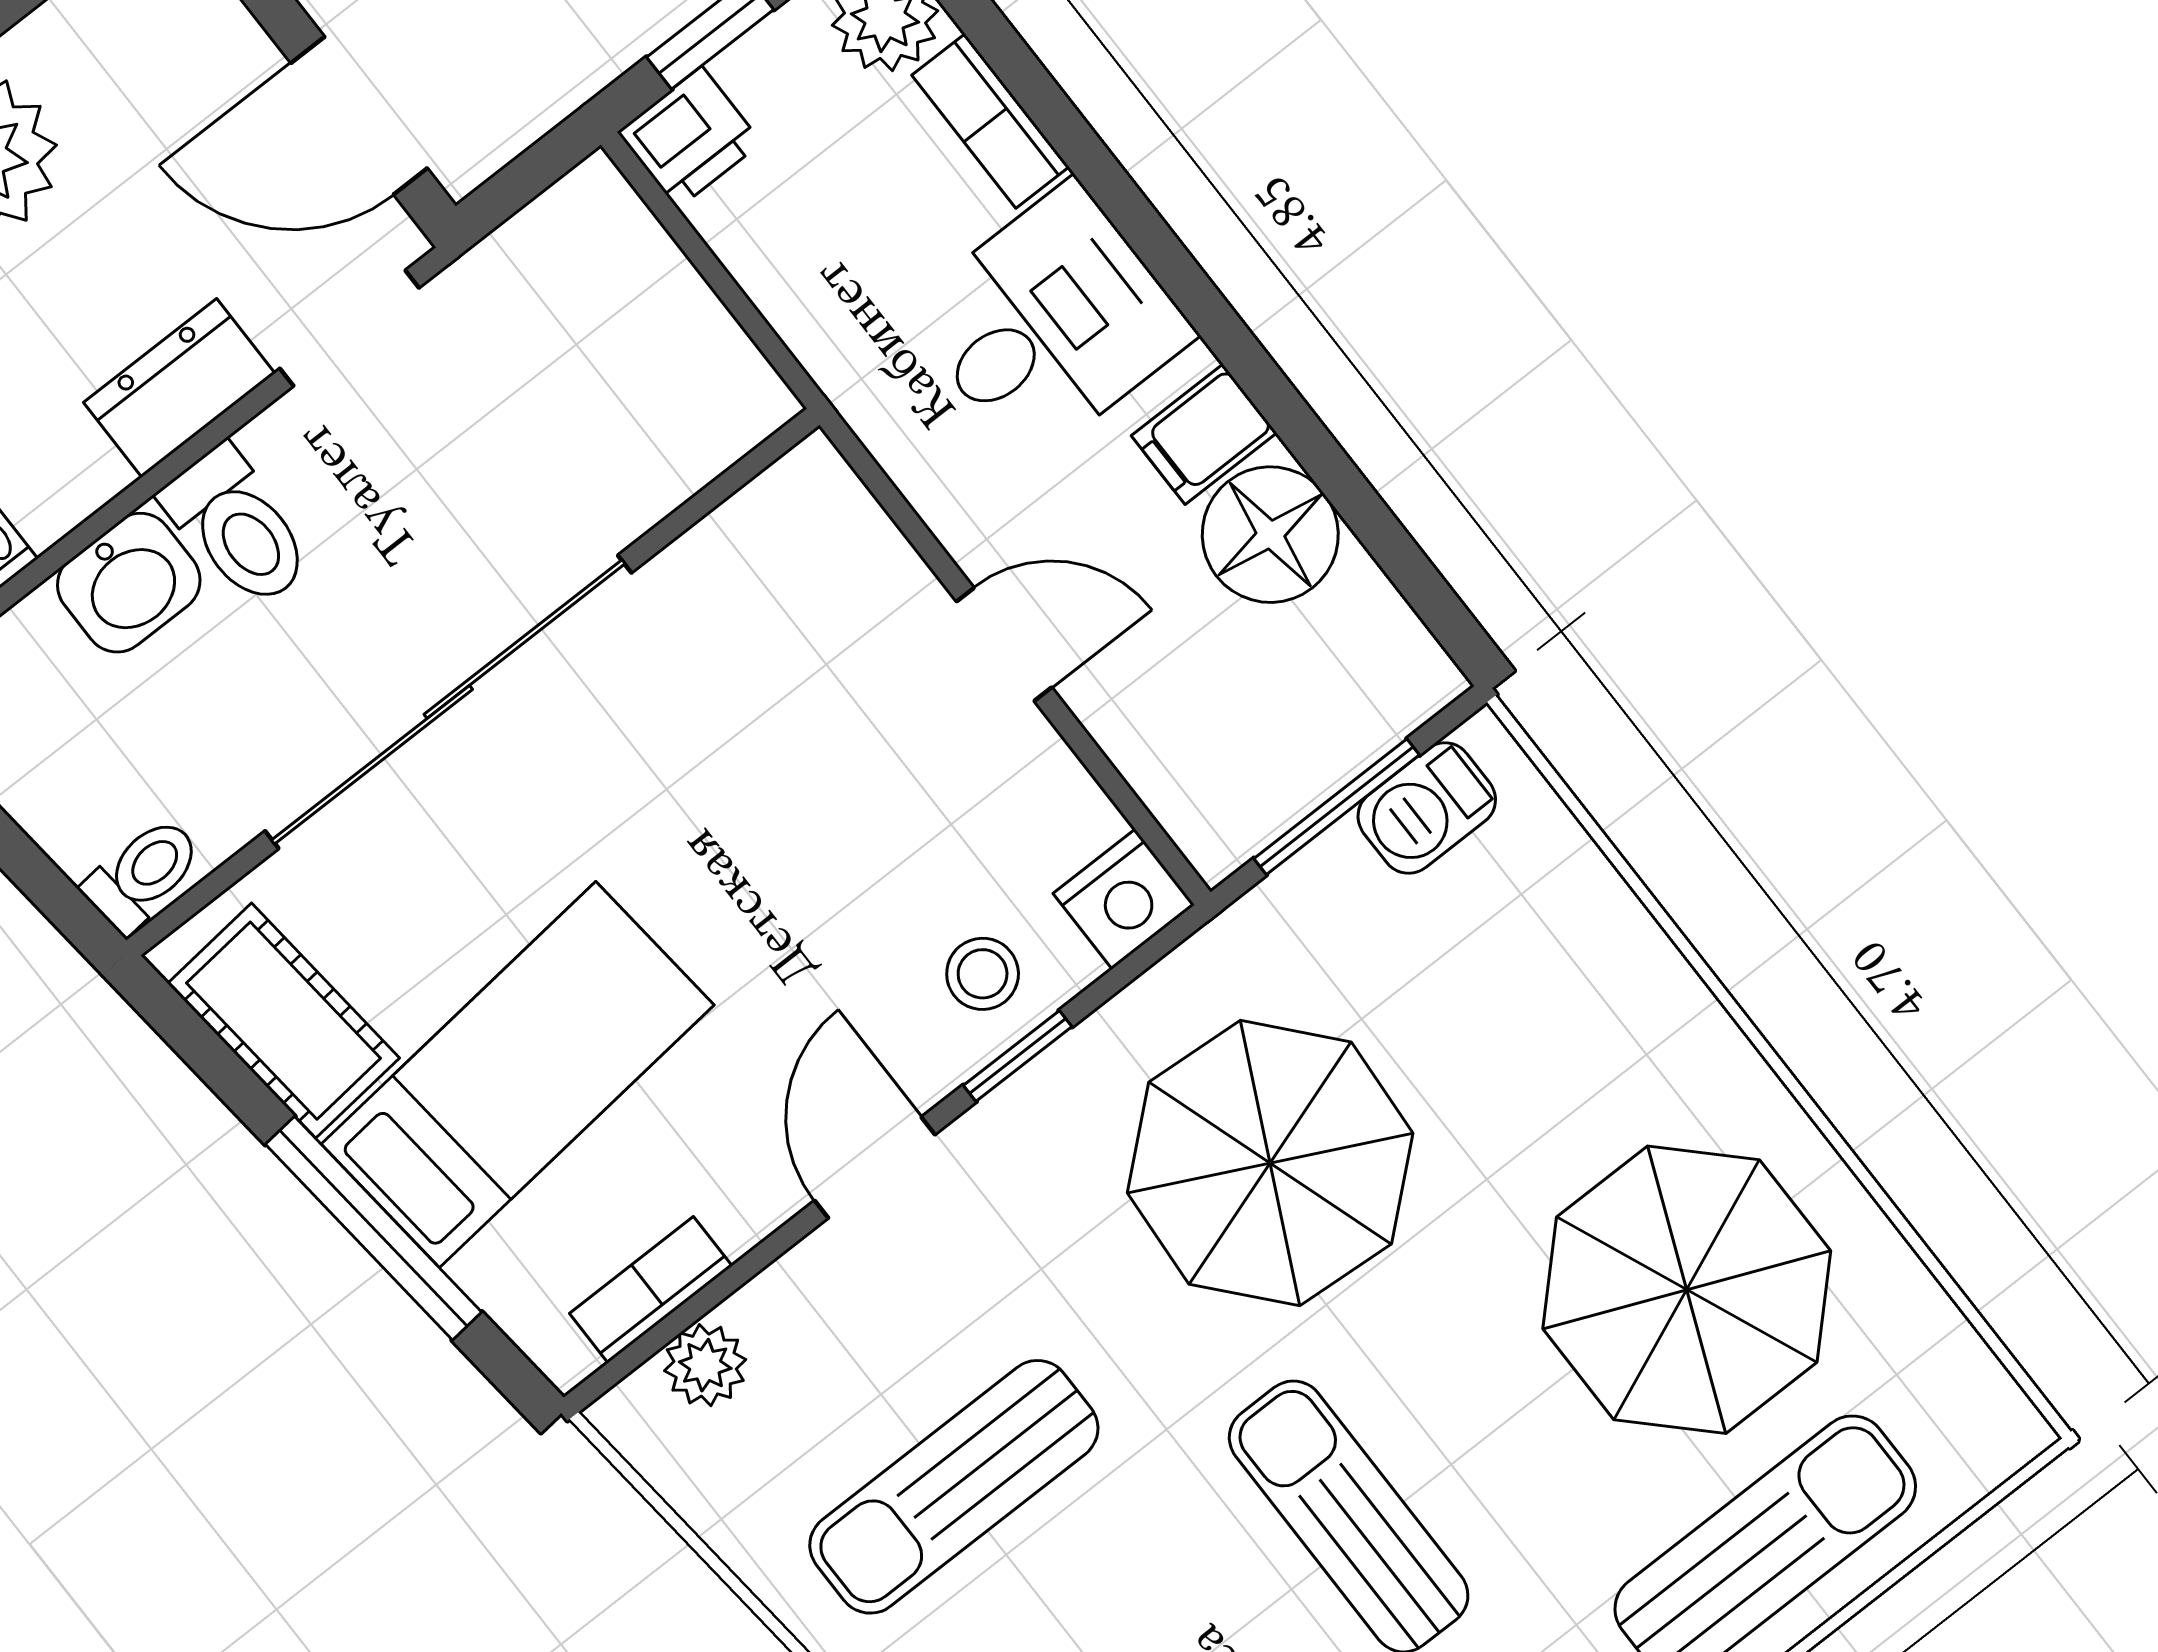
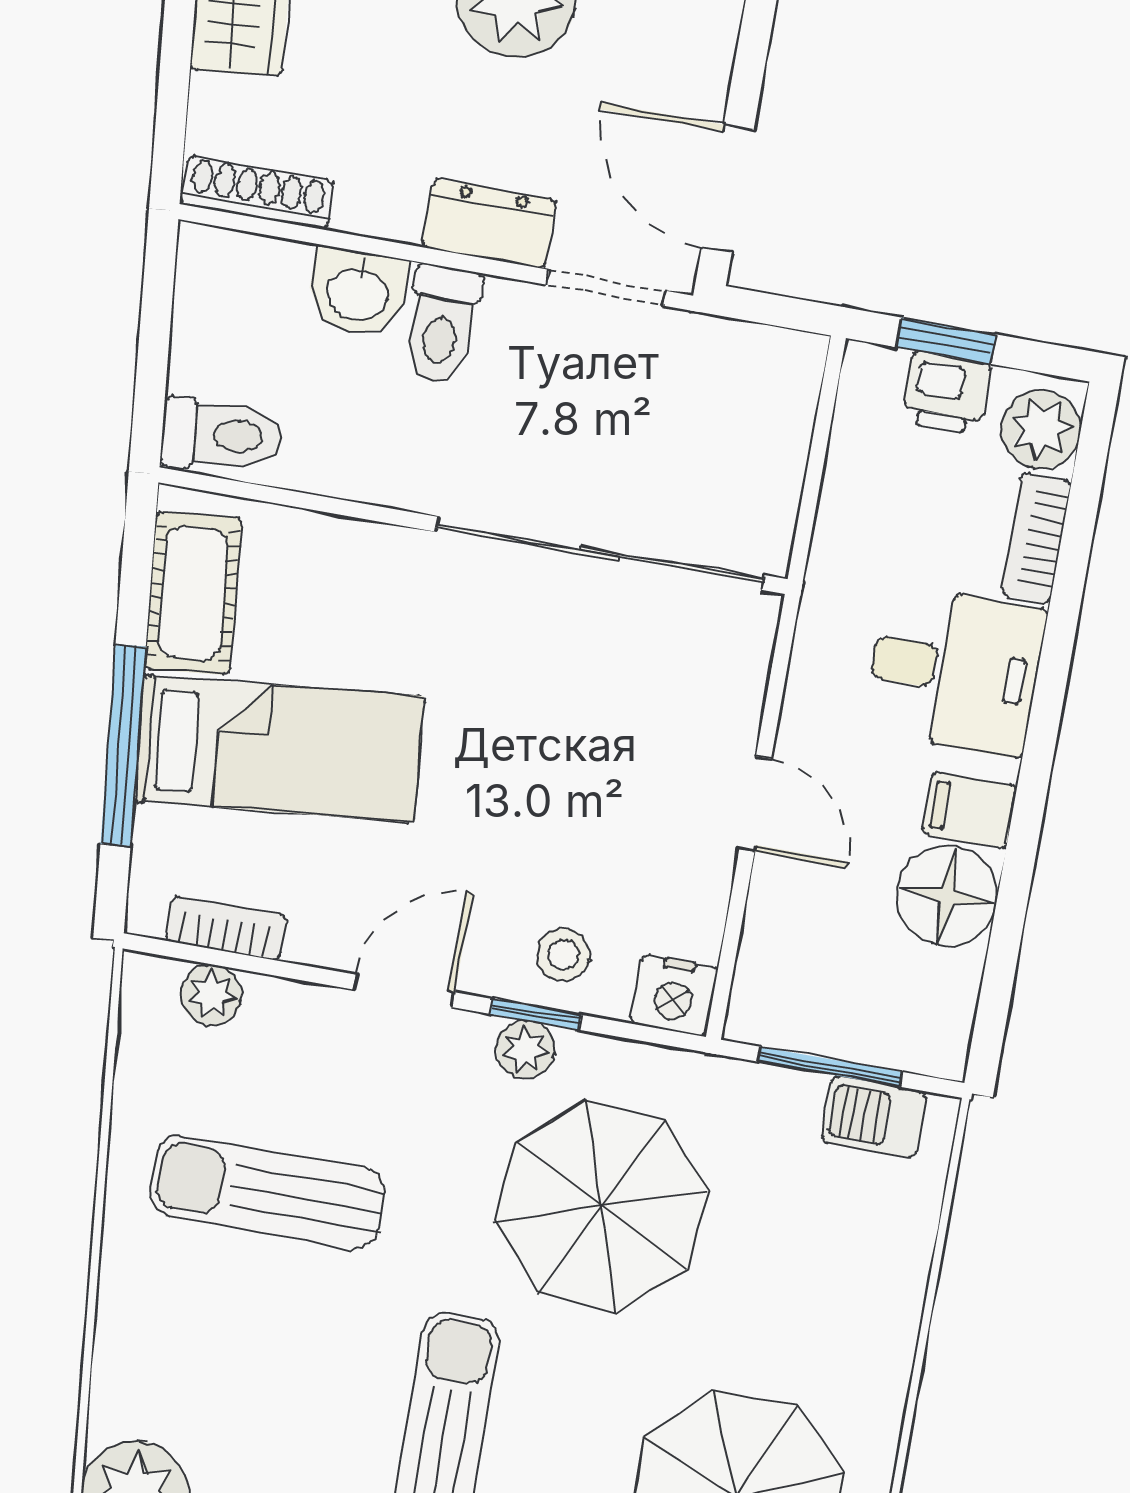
printer: (690, 138) -> (946, 393), moved
sliding door: (448, 702) -> (600, 553), moved
toilet: (143, 874) -> (221, 435), width x1.37, depth x1.39
plant: (1044, 1098) -> (525, 1050), added

